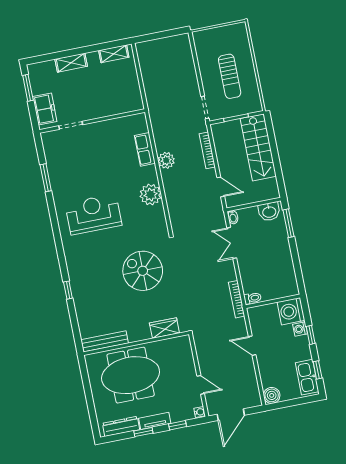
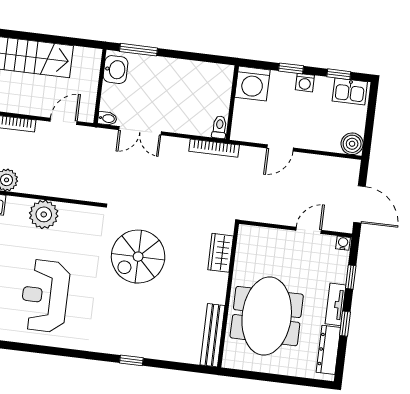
washing machine: (300, 329) -> (305, 83), moved
kitchen sink: (307, 377) -> (350, 91), width x0.73

